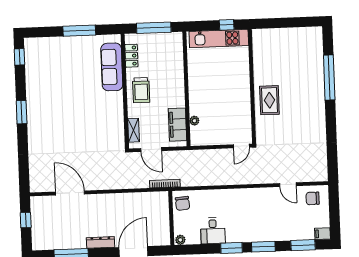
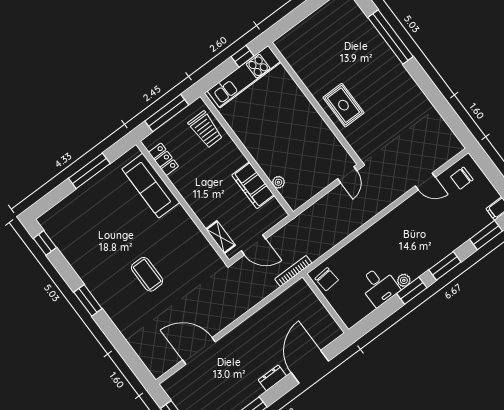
trolley: (141, 90) -> (206, 130), moved
coffee table: (71, 122) -> (147, 274), added
filing cabinet: (177, 125) -> (253, 185), moved
plant: (180, 240) -> (404, 280), moved
dresser: (101, 242) -> (272, 378), width x0.70

